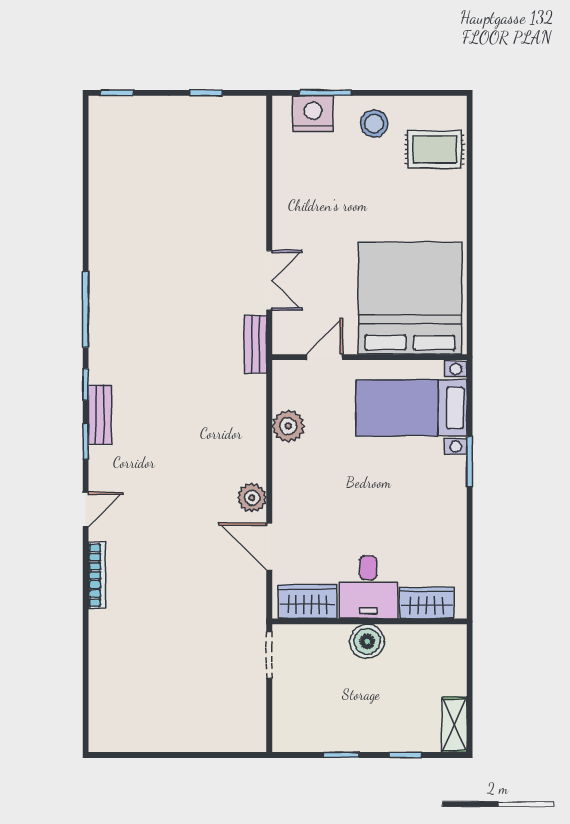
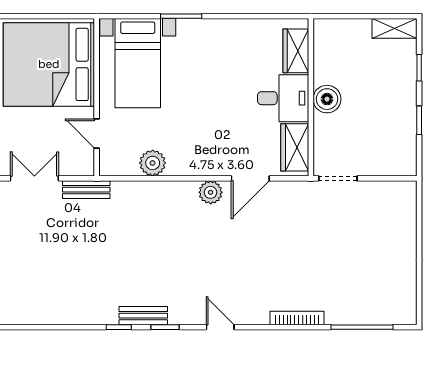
window: (86, 309) -> (362, 327), moved
bookcase: (97, 575) -> (297, 318), moved

